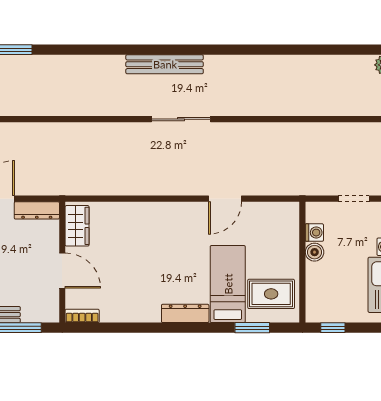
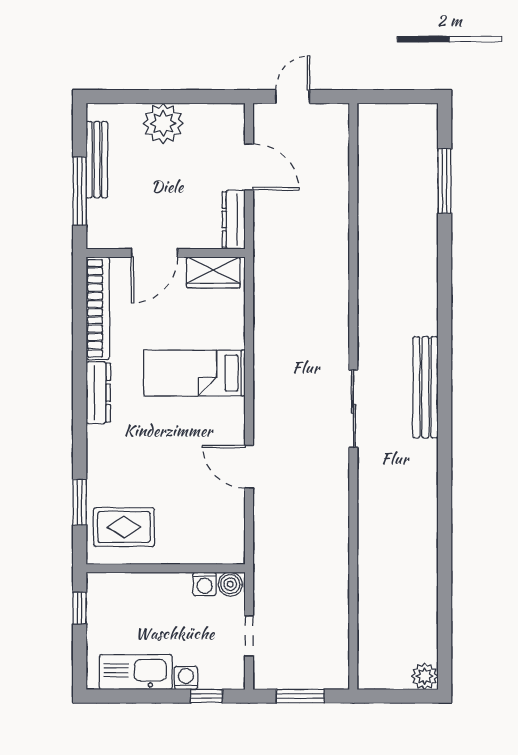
boiler: (315, 252) -> (230, 584), moved
bed: (228, 284) -> (194, 373), moved, turned 180
rug: (271, 294) -> (124, 527), turned 90
dresser: (185, 313) -> (98, 393), moved
bookcase: (82, 316) -> (98, 308), width x2.31, depth x1.31

